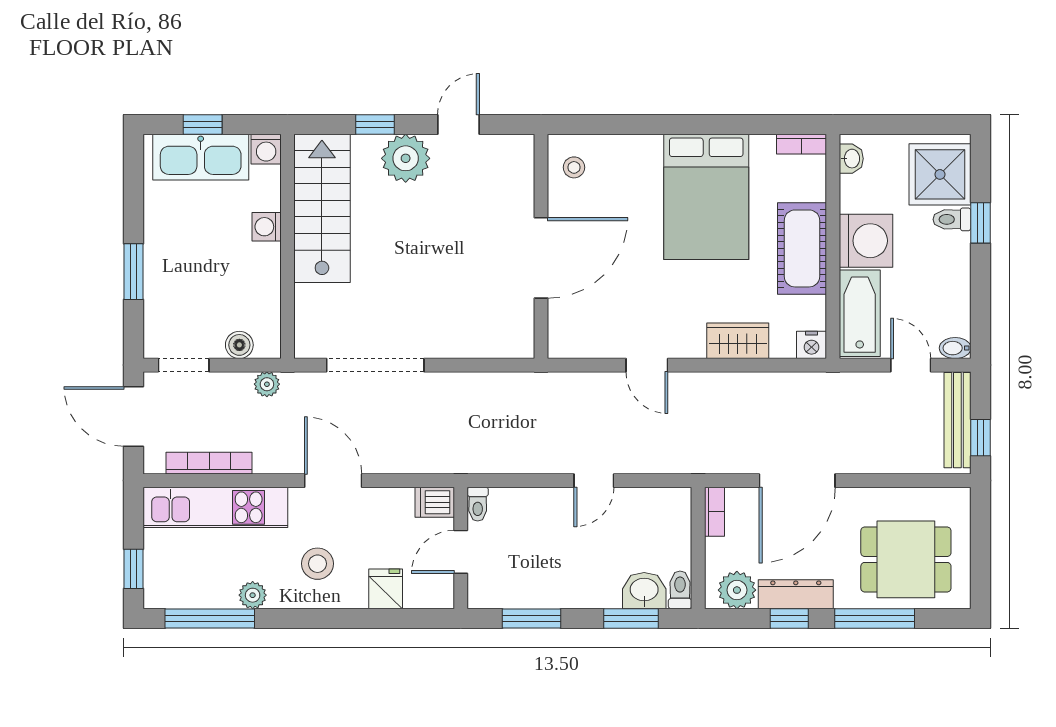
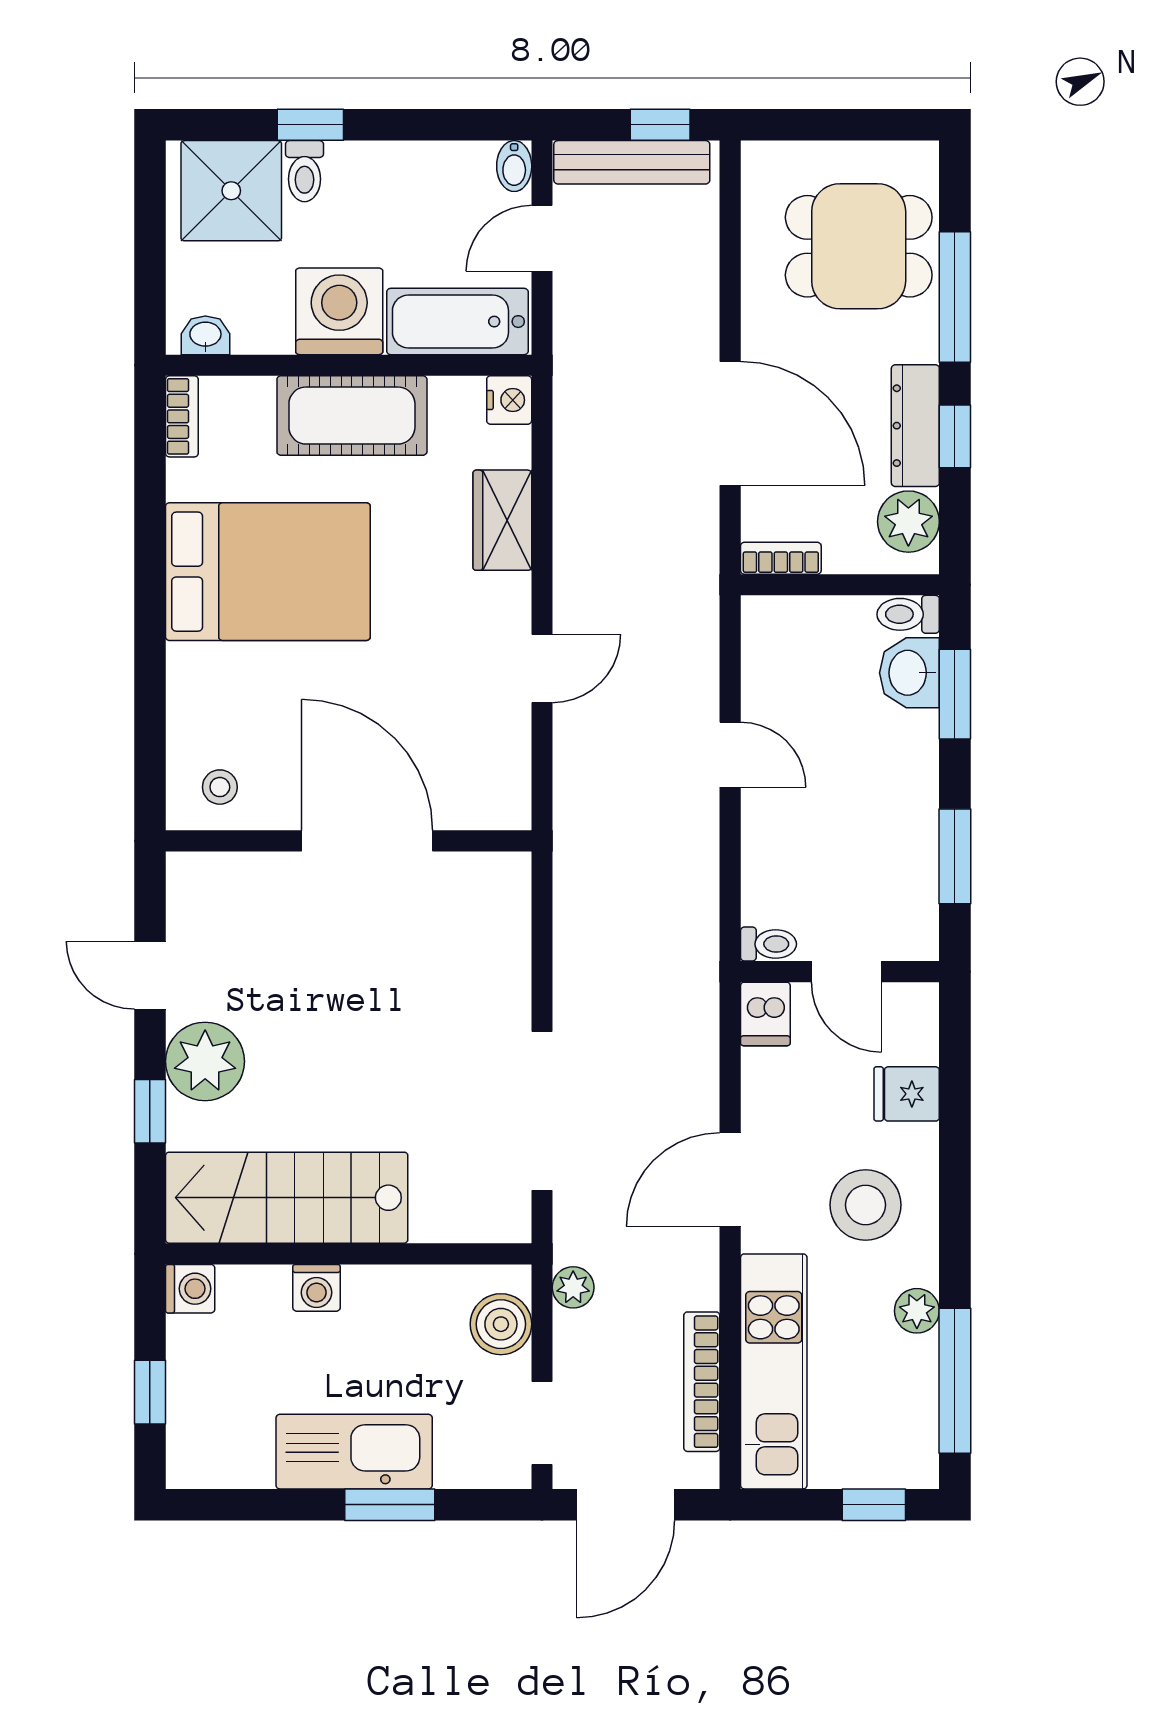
kitchen sink: (201, 157) -> (354, 1452), moved, turned -90
boiler: (239, 345) -> (501, 1324), width x1.36, depth x1.36
dining table: (906, 559) -> (859, 246), turned 90
stool: (317, 564) -> (866, 1205), width x1.38, depth x1.38

